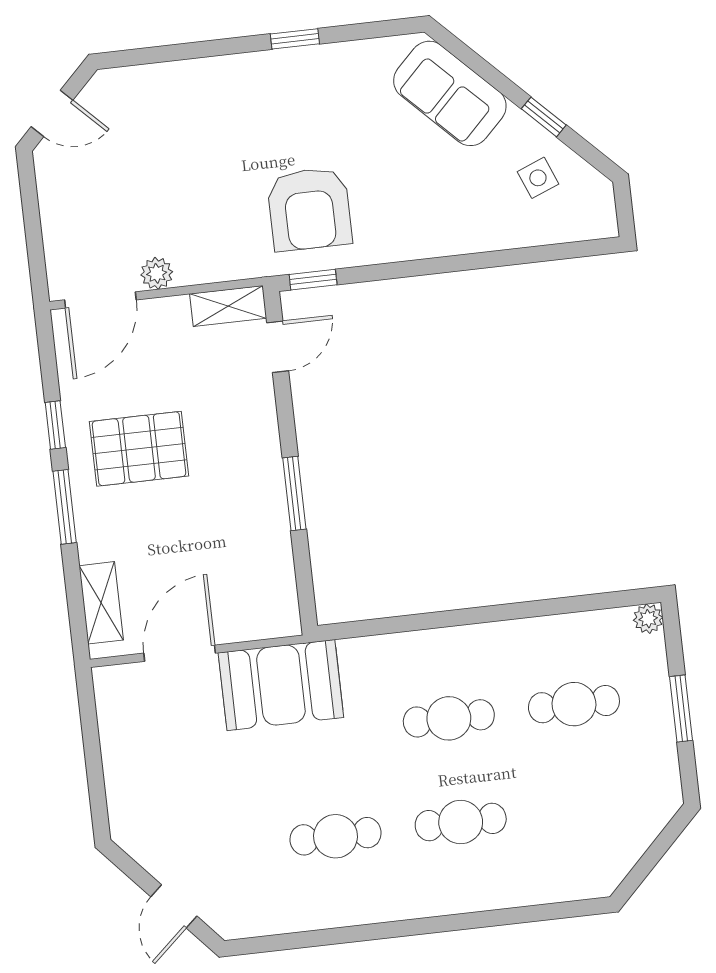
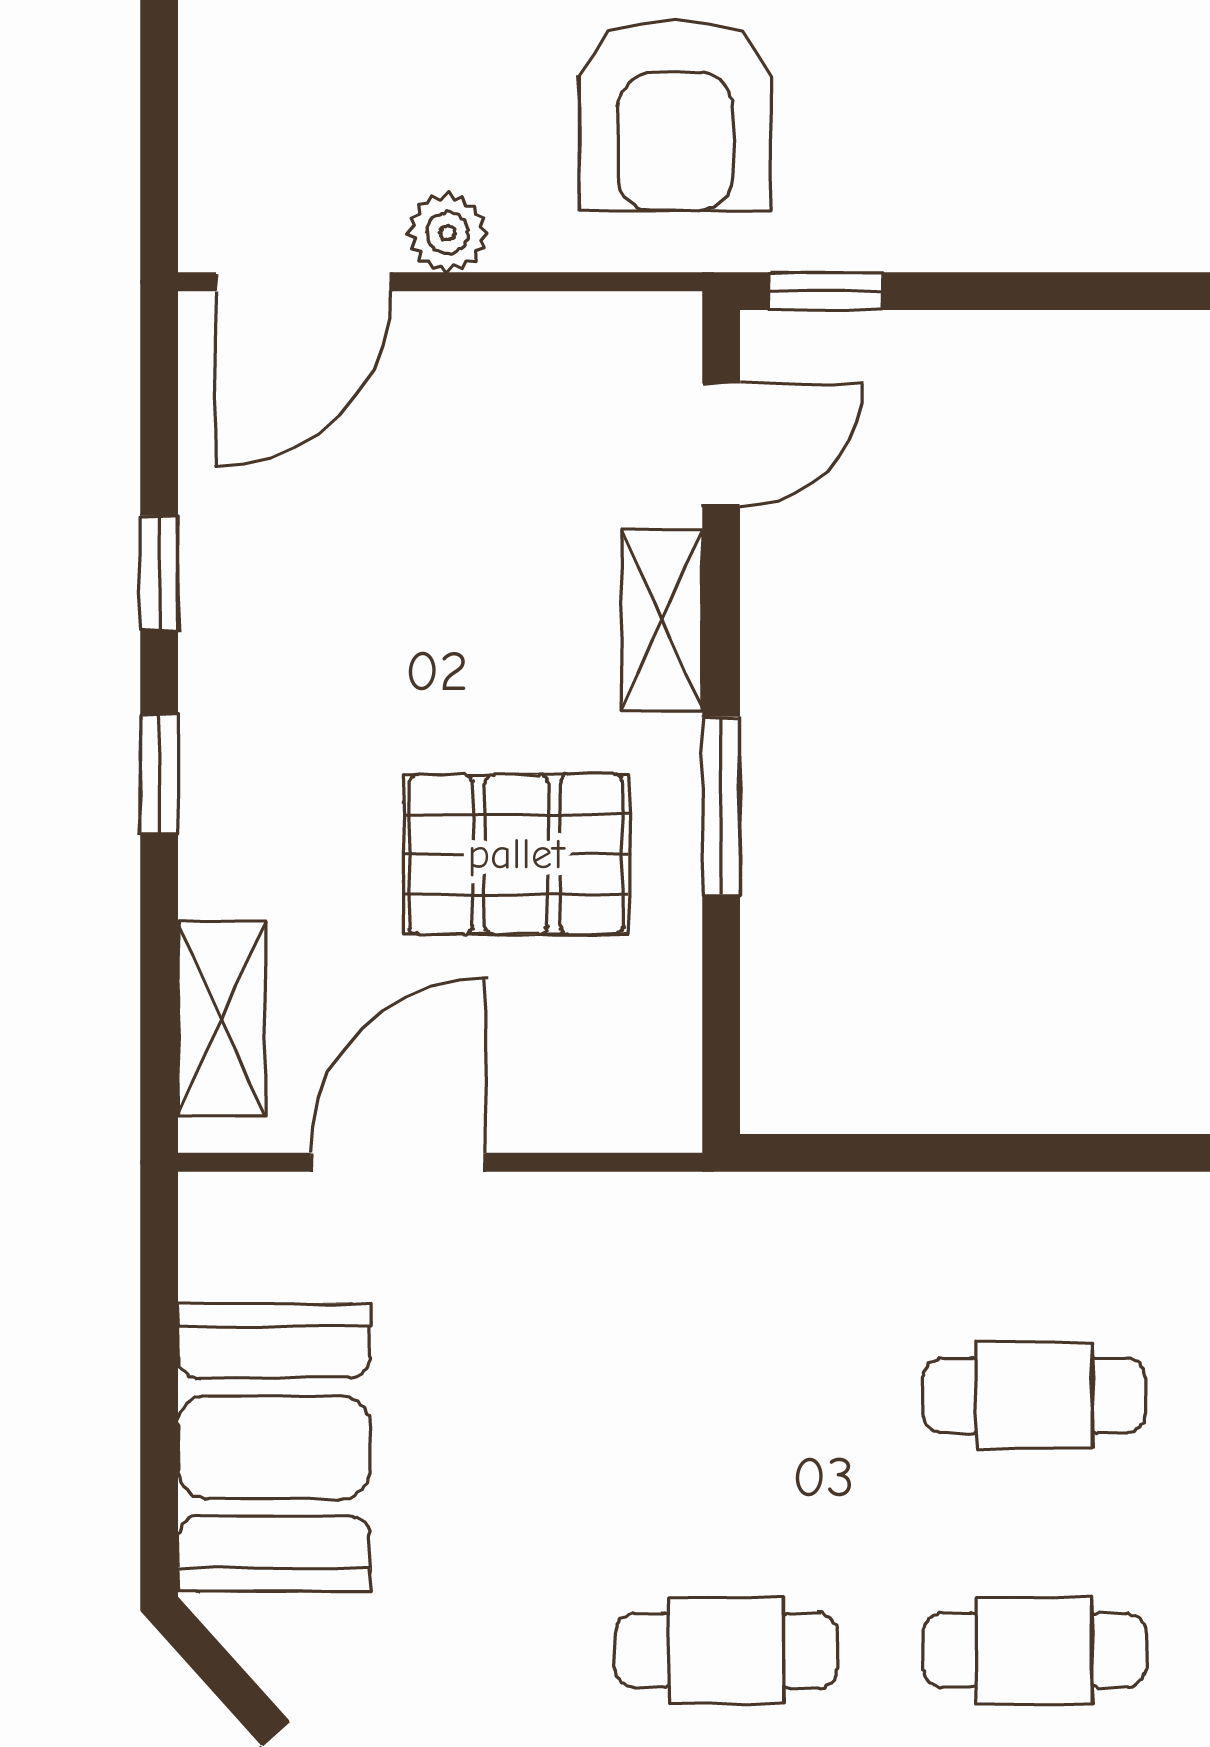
armchair: (309, 209) -> (675, 115), moved
shelving: (228, 306) -> (662, 620), moved, turned 90
pallet: (139, 449) -> (516, 854), moved
window: (65, 507) -> (159, 775), width x0.67
booth: (281, 685) -> (274, 1447), moved, turned 90

